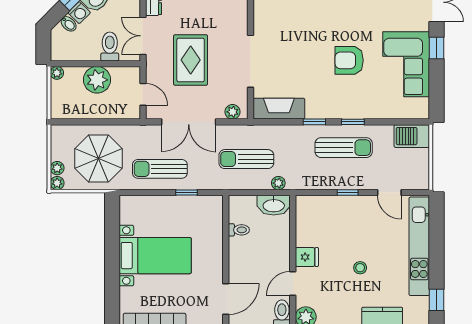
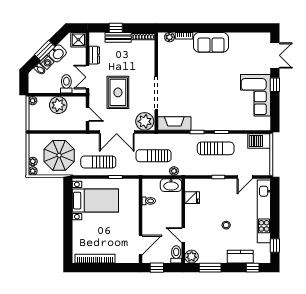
armchair: (349, 60) -> (219, 93), removed
plant: (233, 112) -> (145, 121), width x1.88, depth x1.88
door: (389, 192) -> (245, 177), hinge flipped
bed with nightstands: (155, 256) -> (95, 201), moved
fridge: (307, 257) -> (192, 198), moved
door: (293, 283) -> (183, 235), hinge flipped

